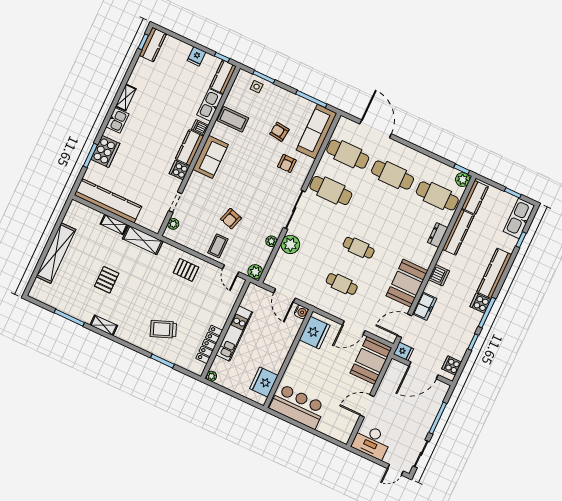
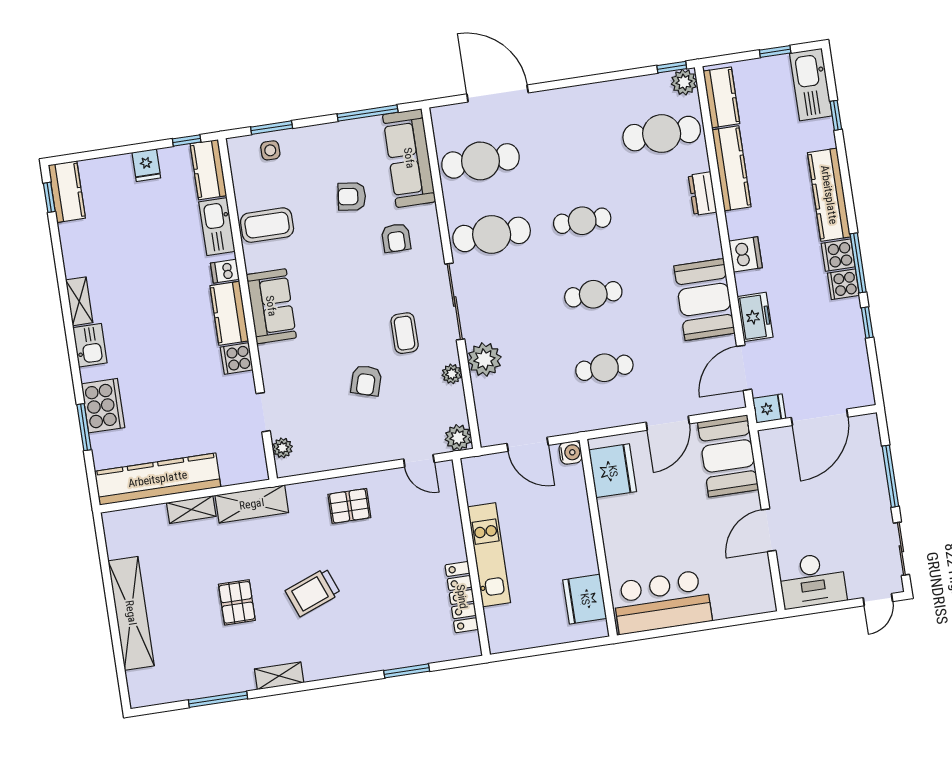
cafe table: (393, 175) -> (582, 221), moved, width x0.73, depth x0.74
coffee table: (218, 246) -> (405, 333), moved
trolley: (163, 329) -> (313, 592), moved
cooker: (452, 366) -> (843, 284), moved
plant: (211, 376) -> (498, 644), removed

